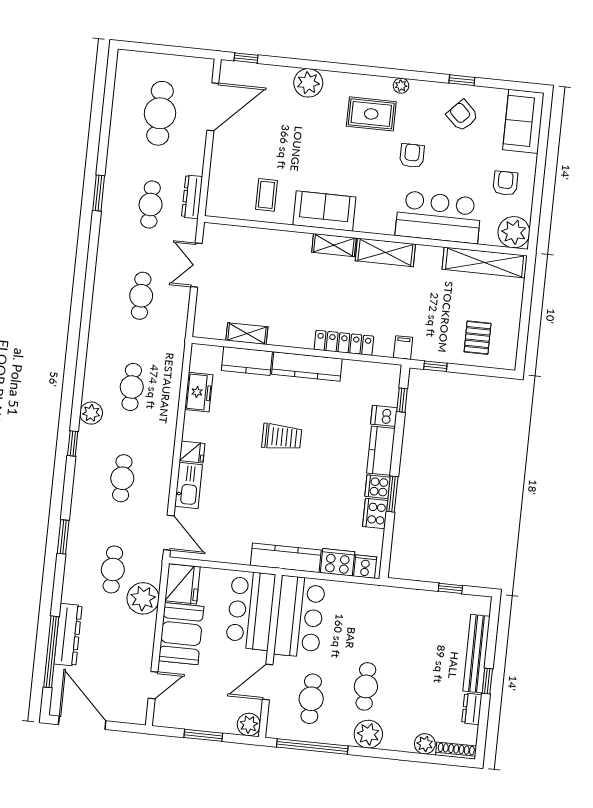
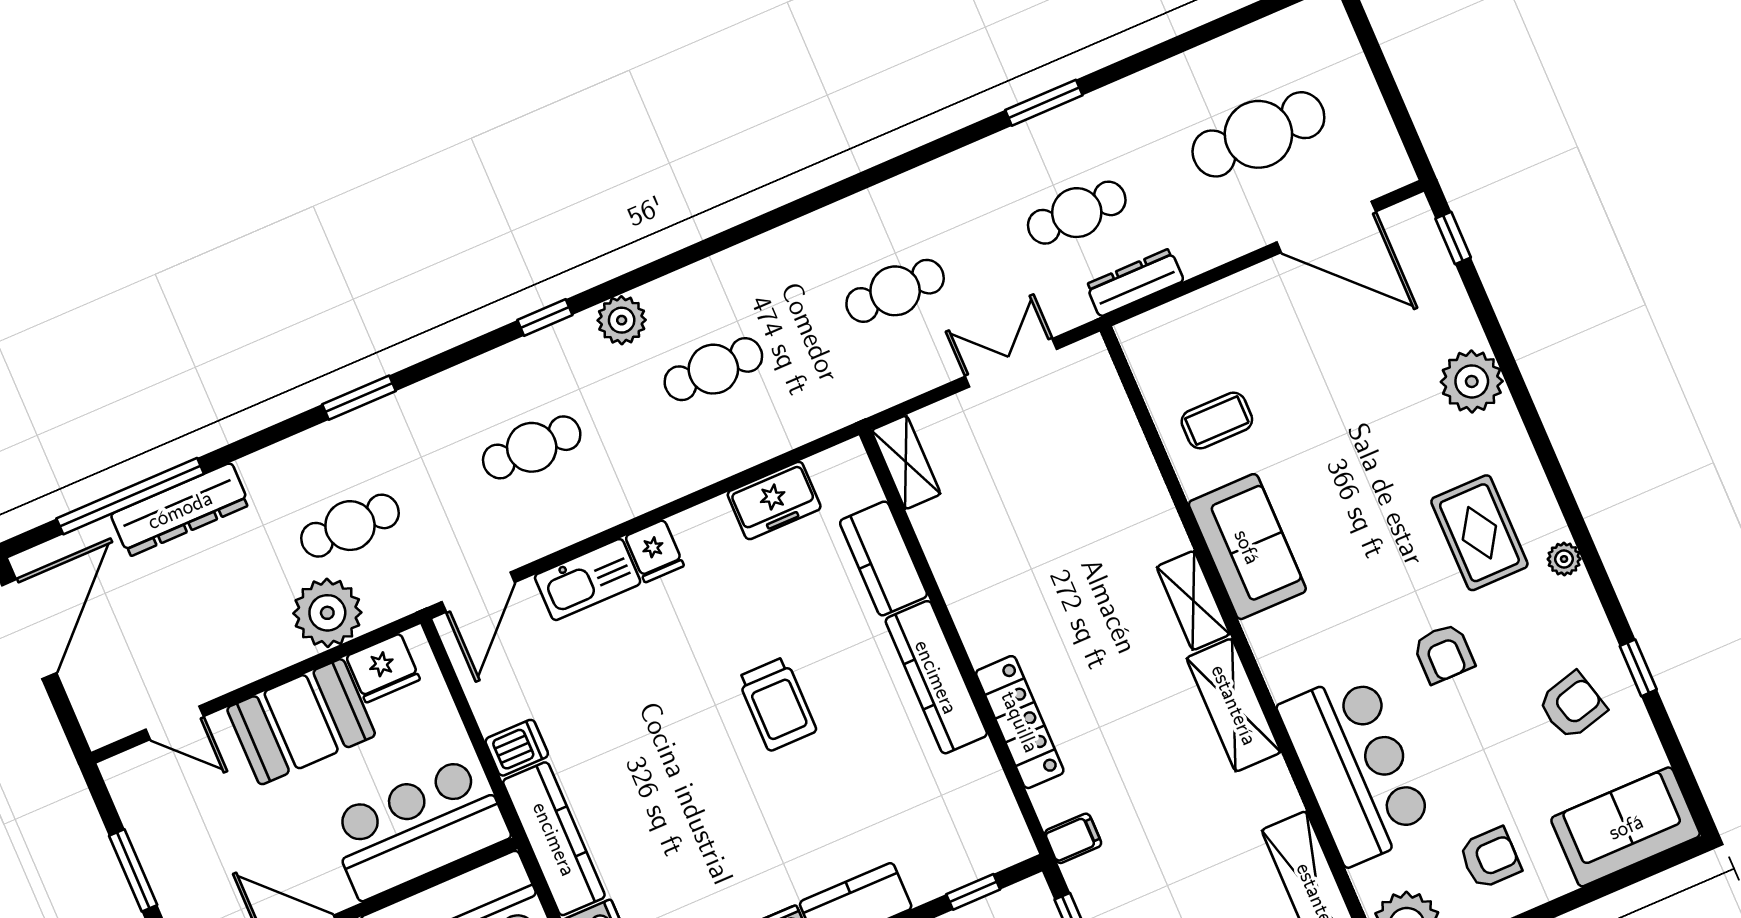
armchair: (462, 115) -> (1572, 706), turned 31
armchair: (412, 156) -> (1444, 653), turned 90
shelving: (247, 334) -> (906, 462), moved
dishwasher: (384, 416) -> (517, 748), moved, turned 90
fridge: (182, 584) -> (383, 668), width x0.73, depth x0.75

